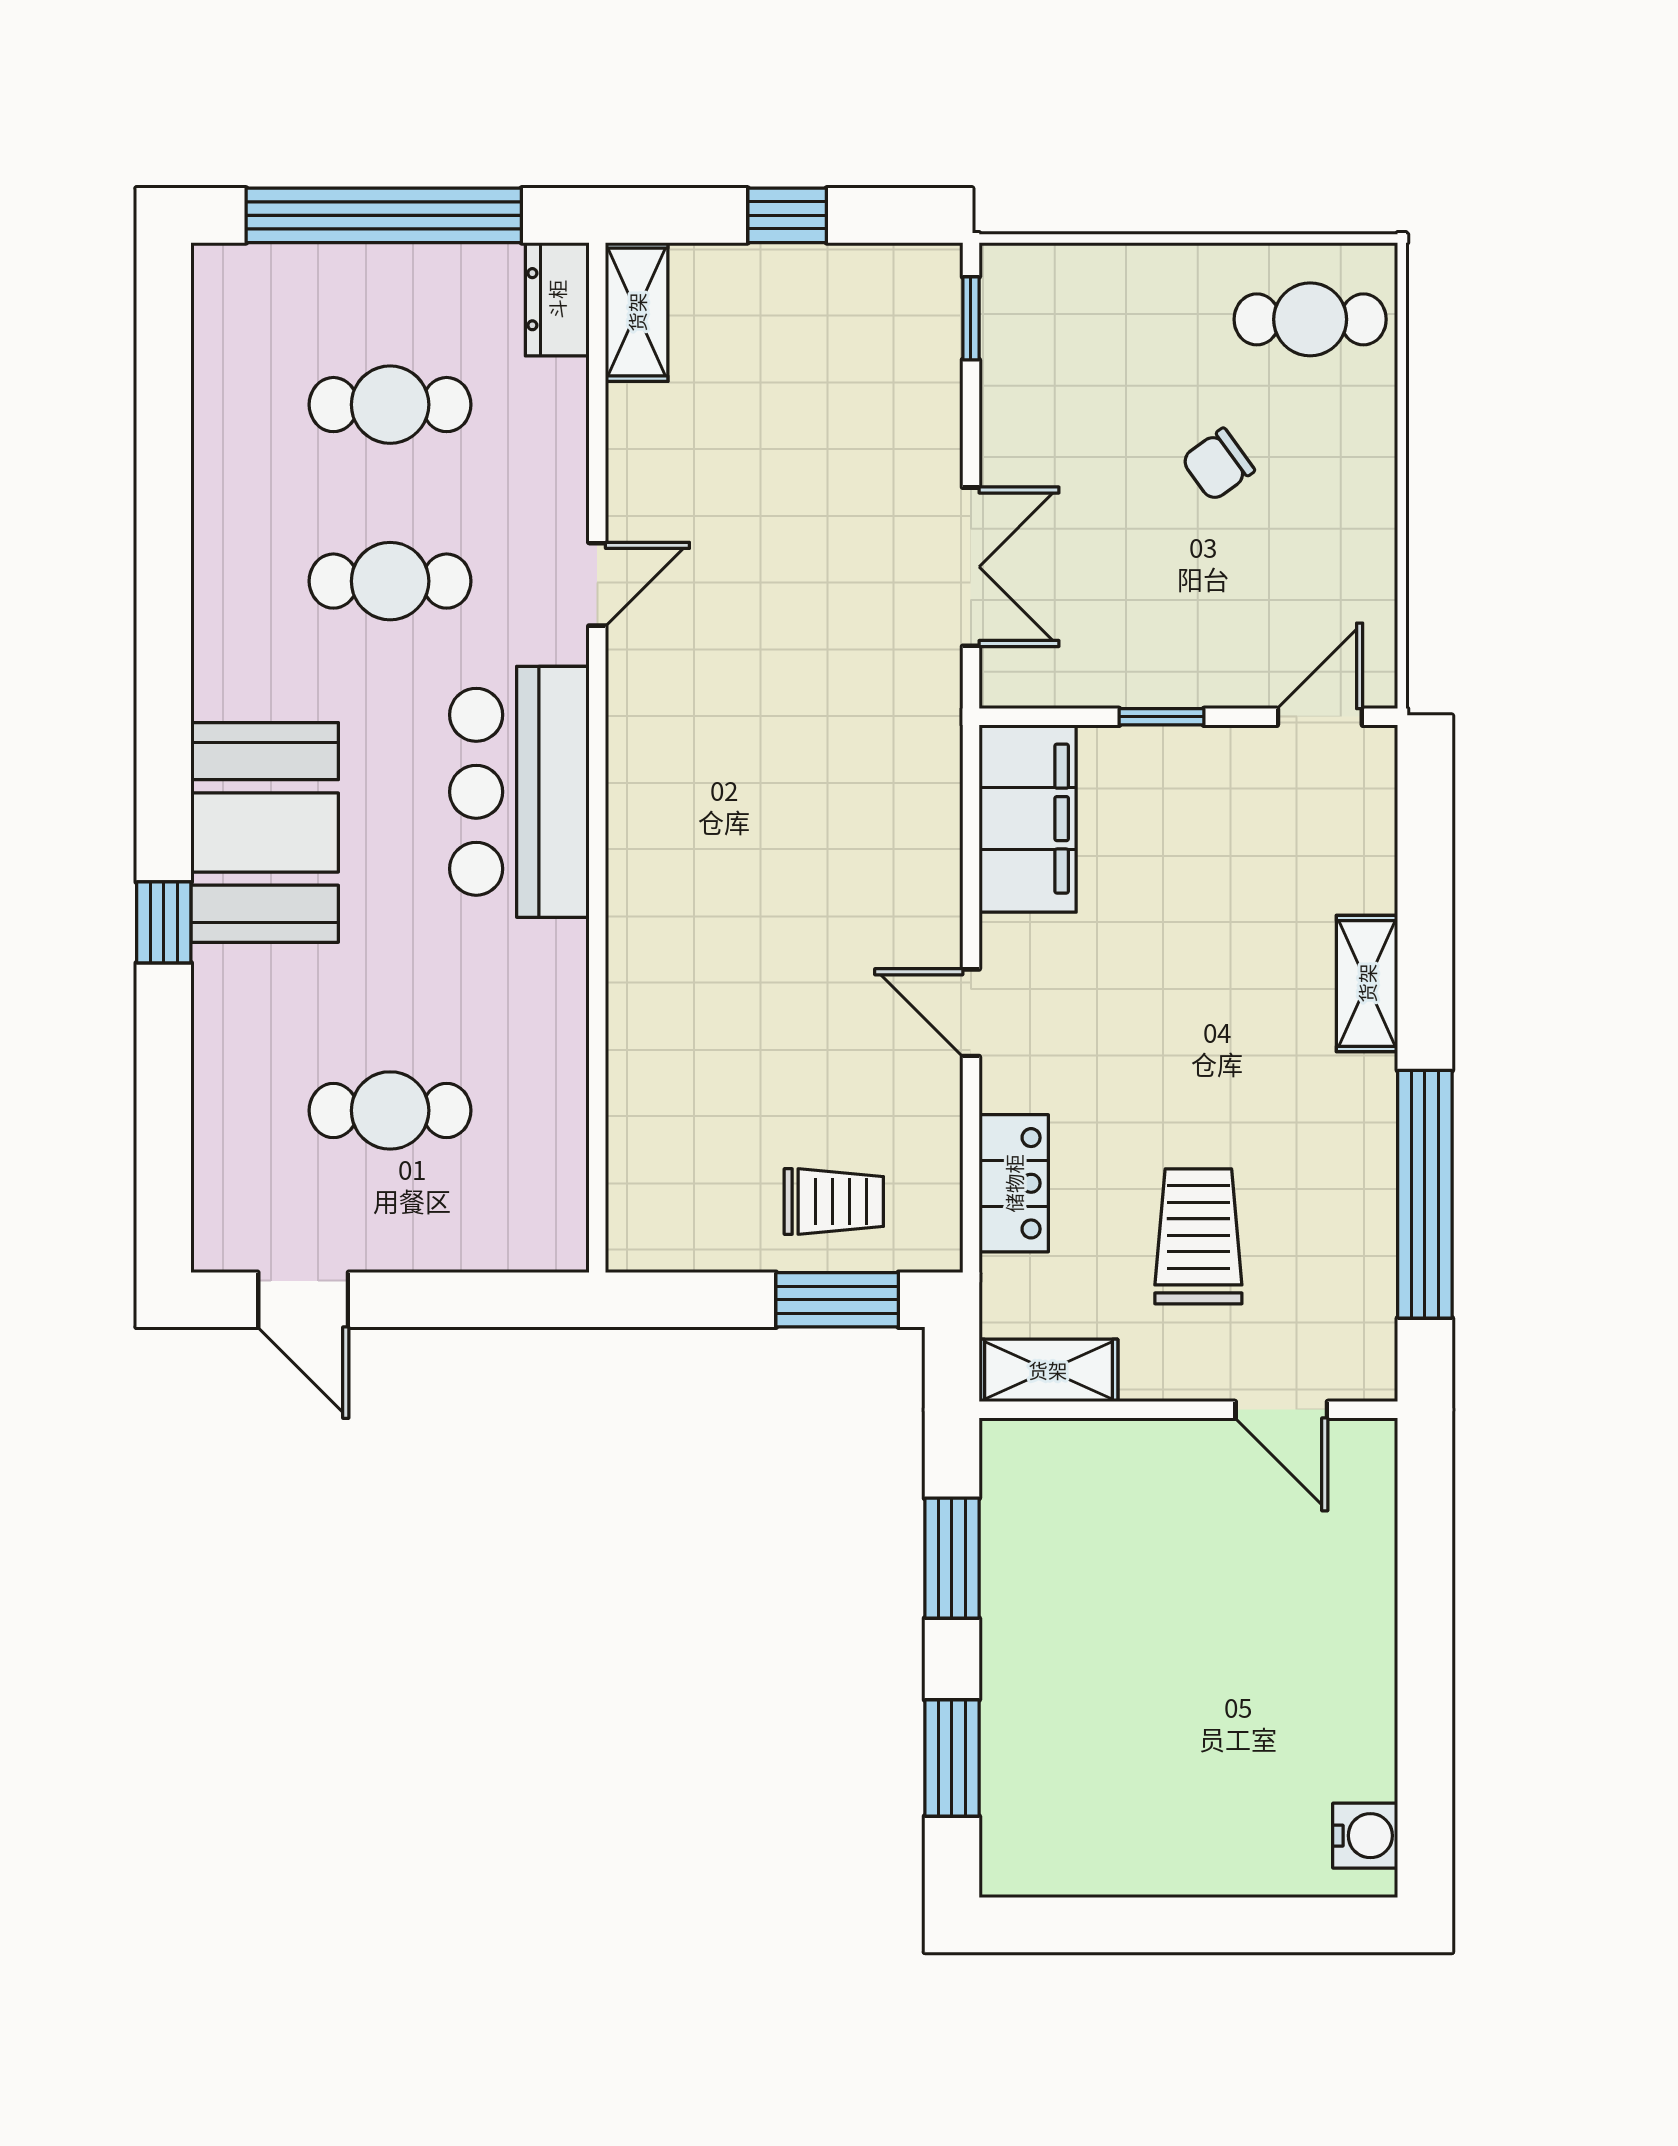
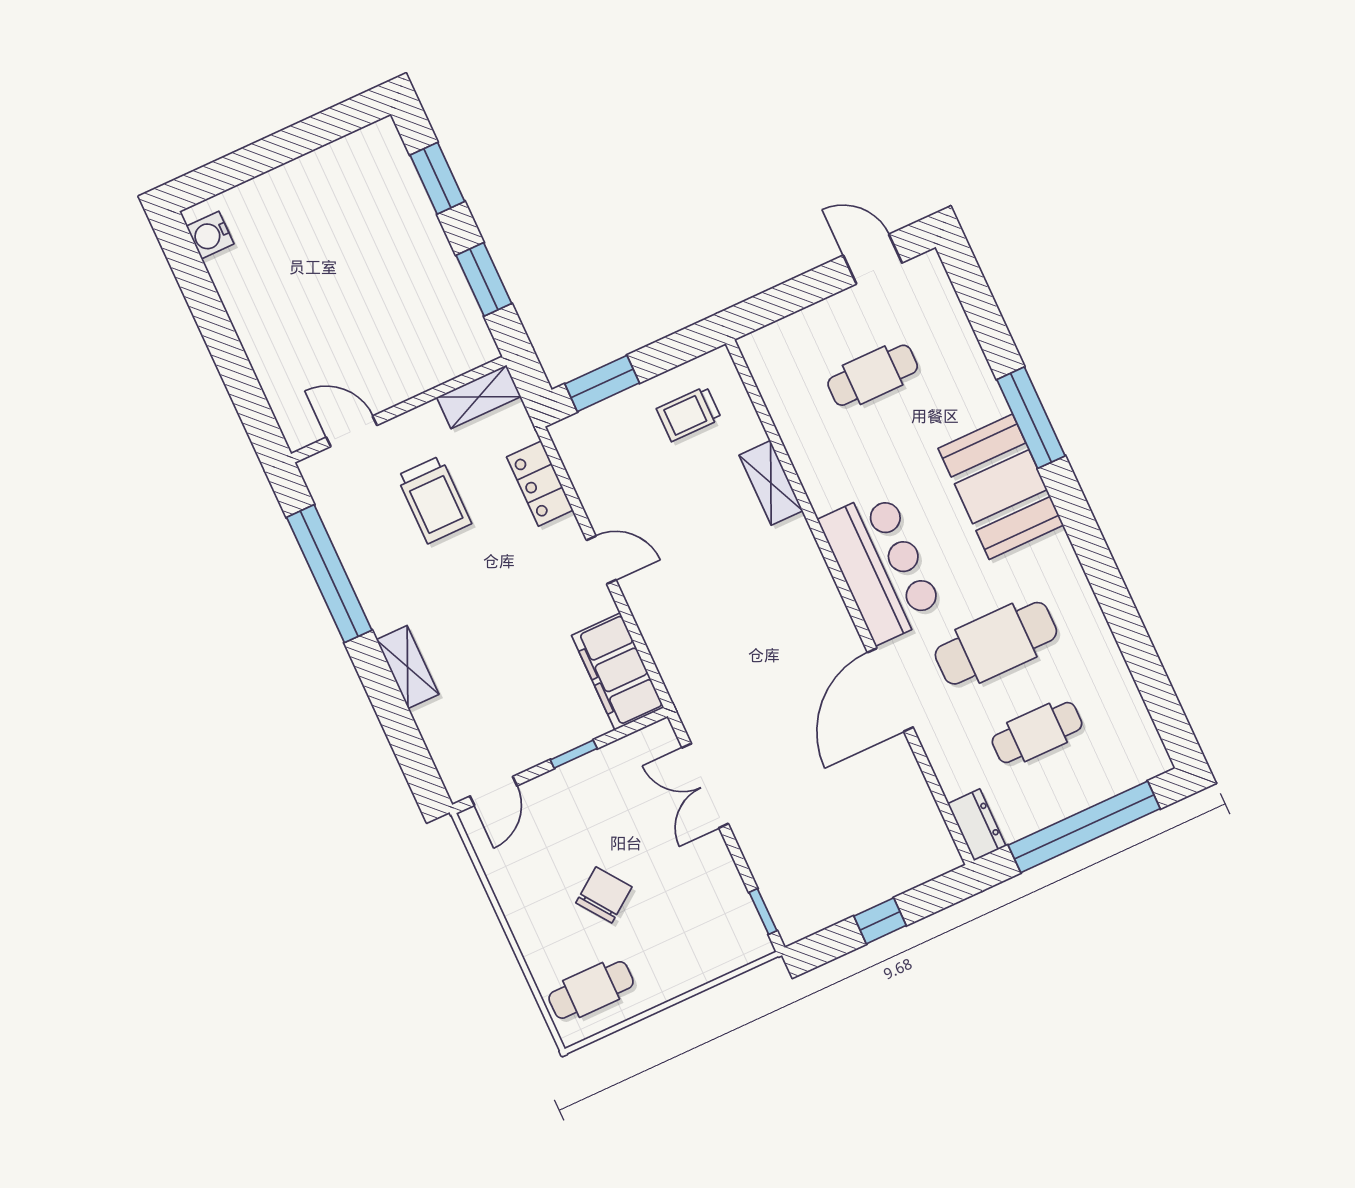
shelving: (637, 312) -> (771, 483), moved
chair: (1218, 465) -> (604, 895), width x1.37, depth x1.37
cafe table: (390, 581) -> (996, 643), width x1.37, depth x1.35
door: (597, 584) -> (890, 690), width x1.87
window: (164, 922) -> (1031, 418), width x2.17
trolley: (834, 1201) -> (689, 414), moved

